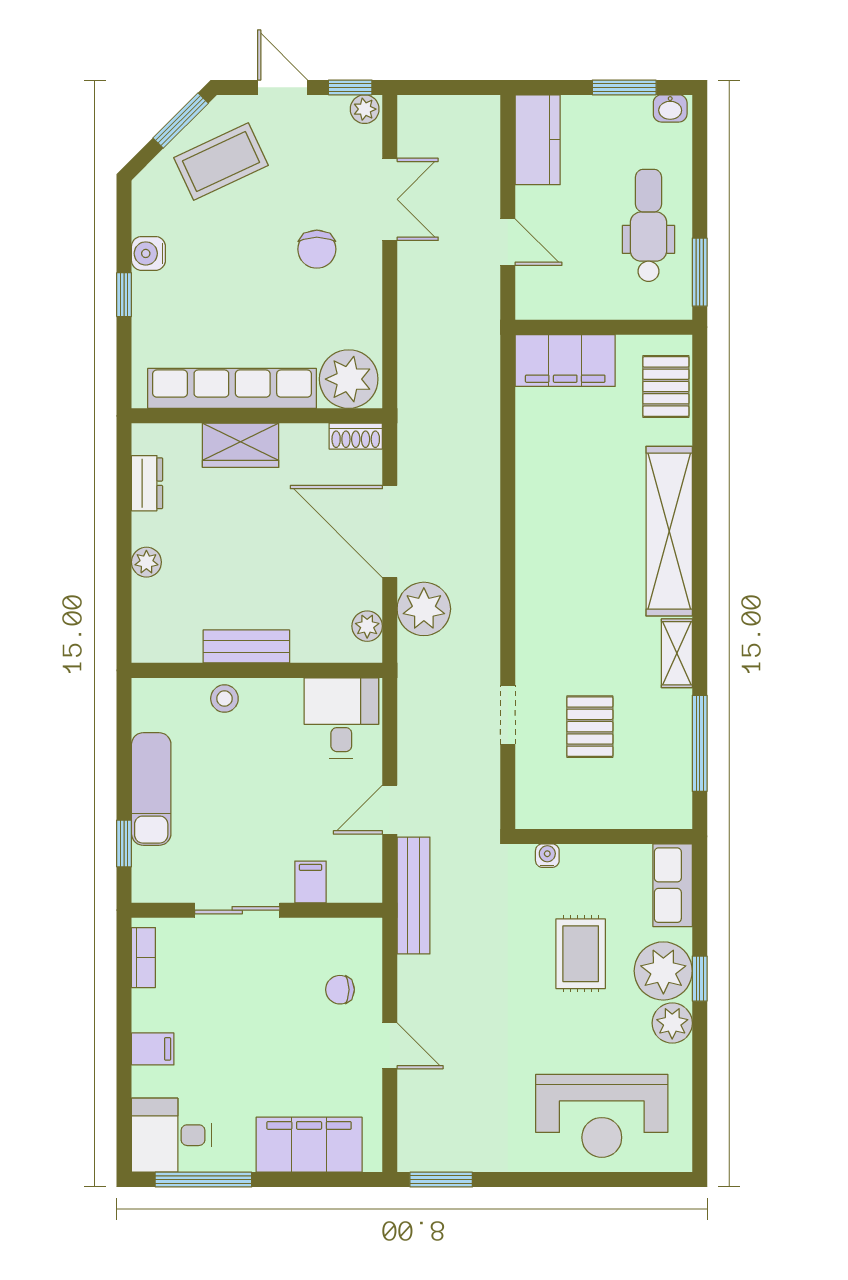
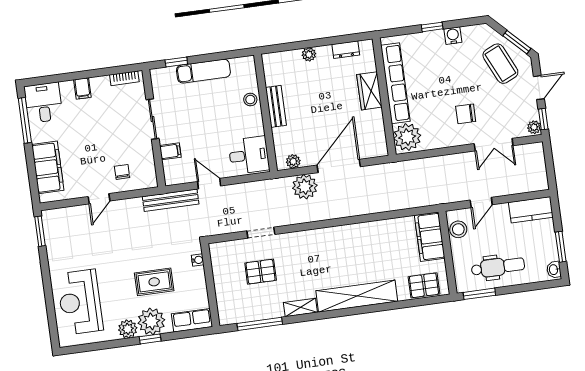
stool: (558, 298) -> (458, 229), added
shoe rack: (356, 436) -> (381, 144), removed

